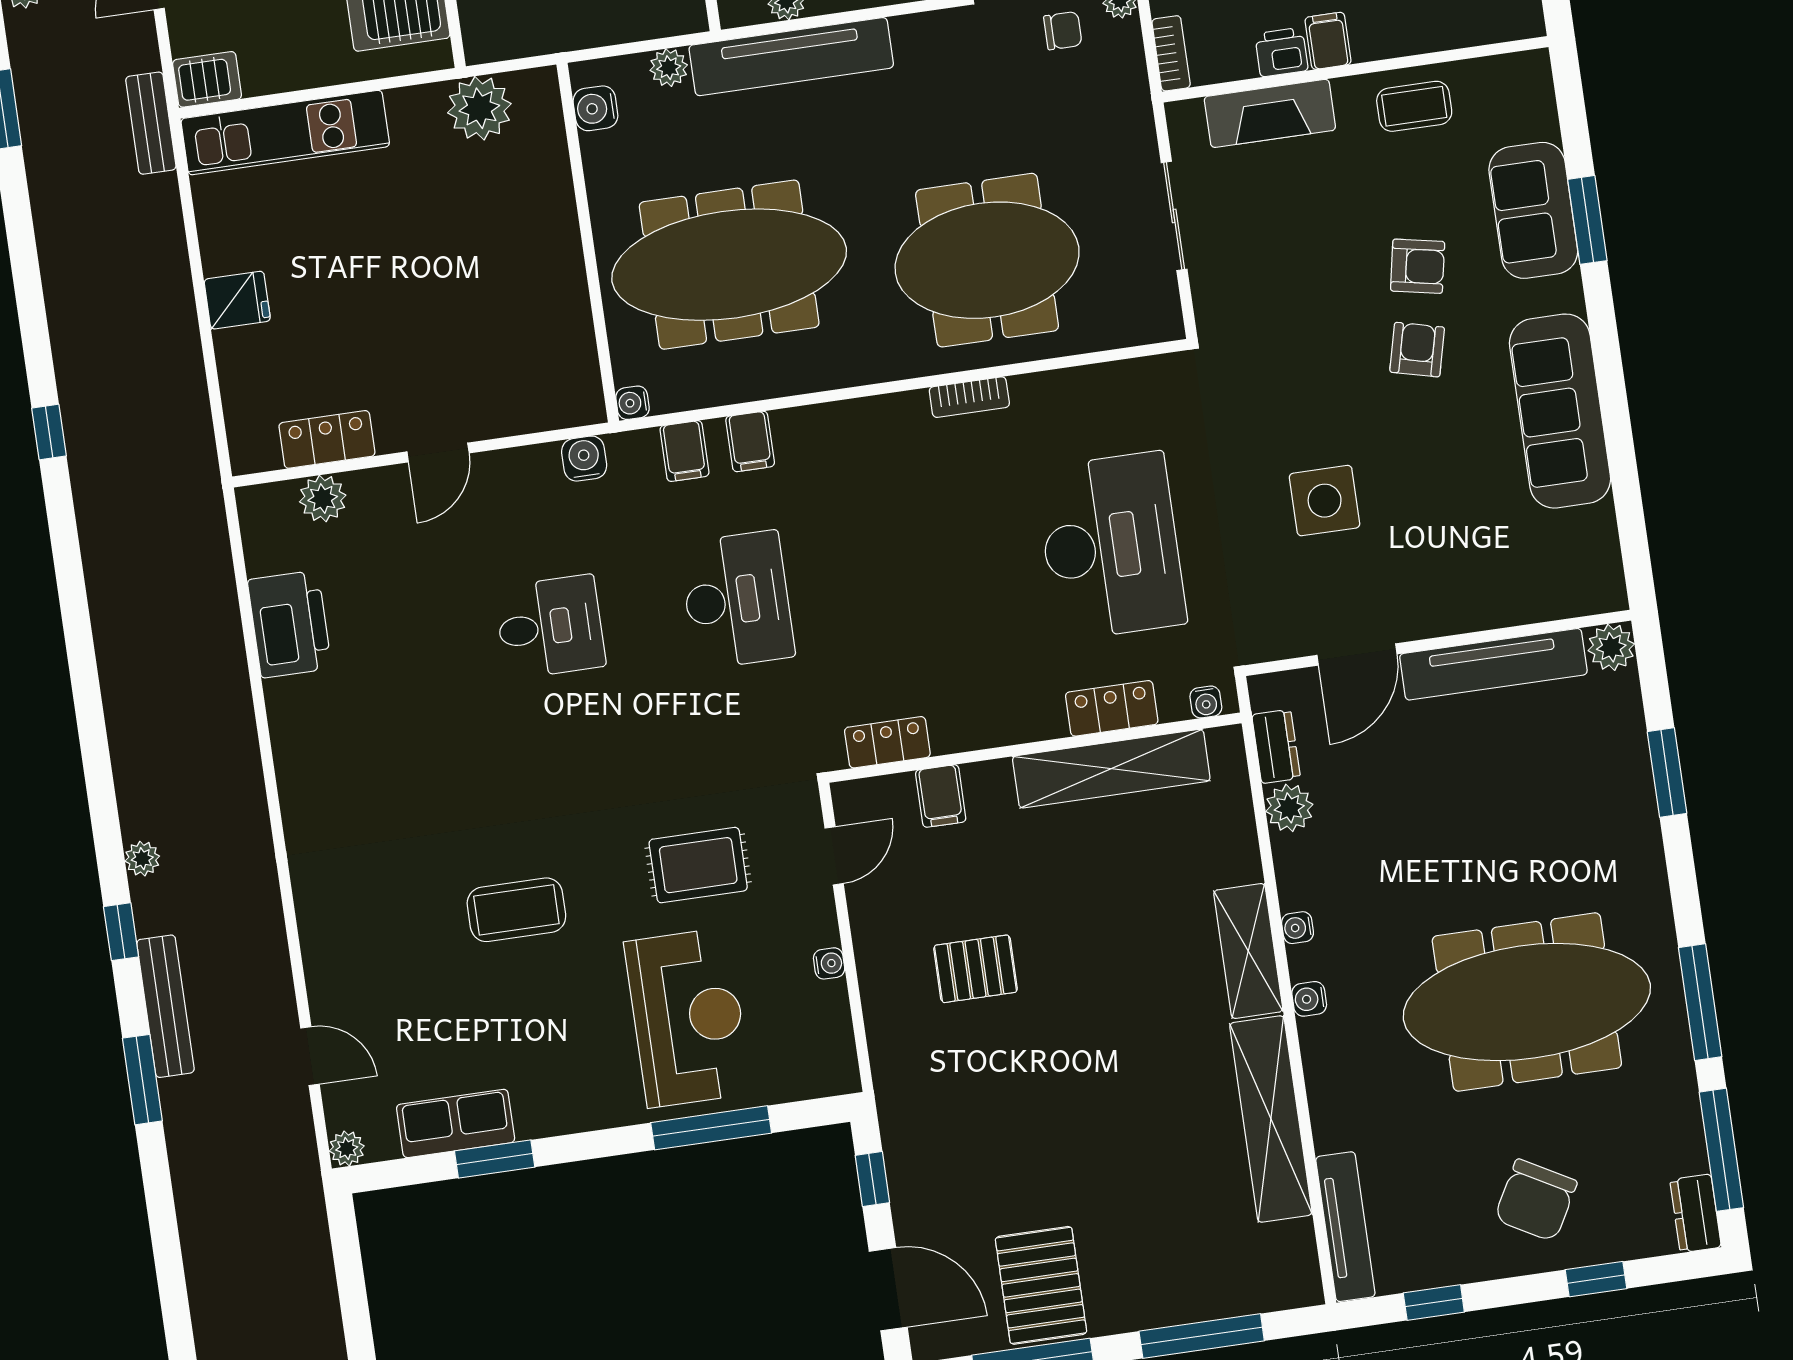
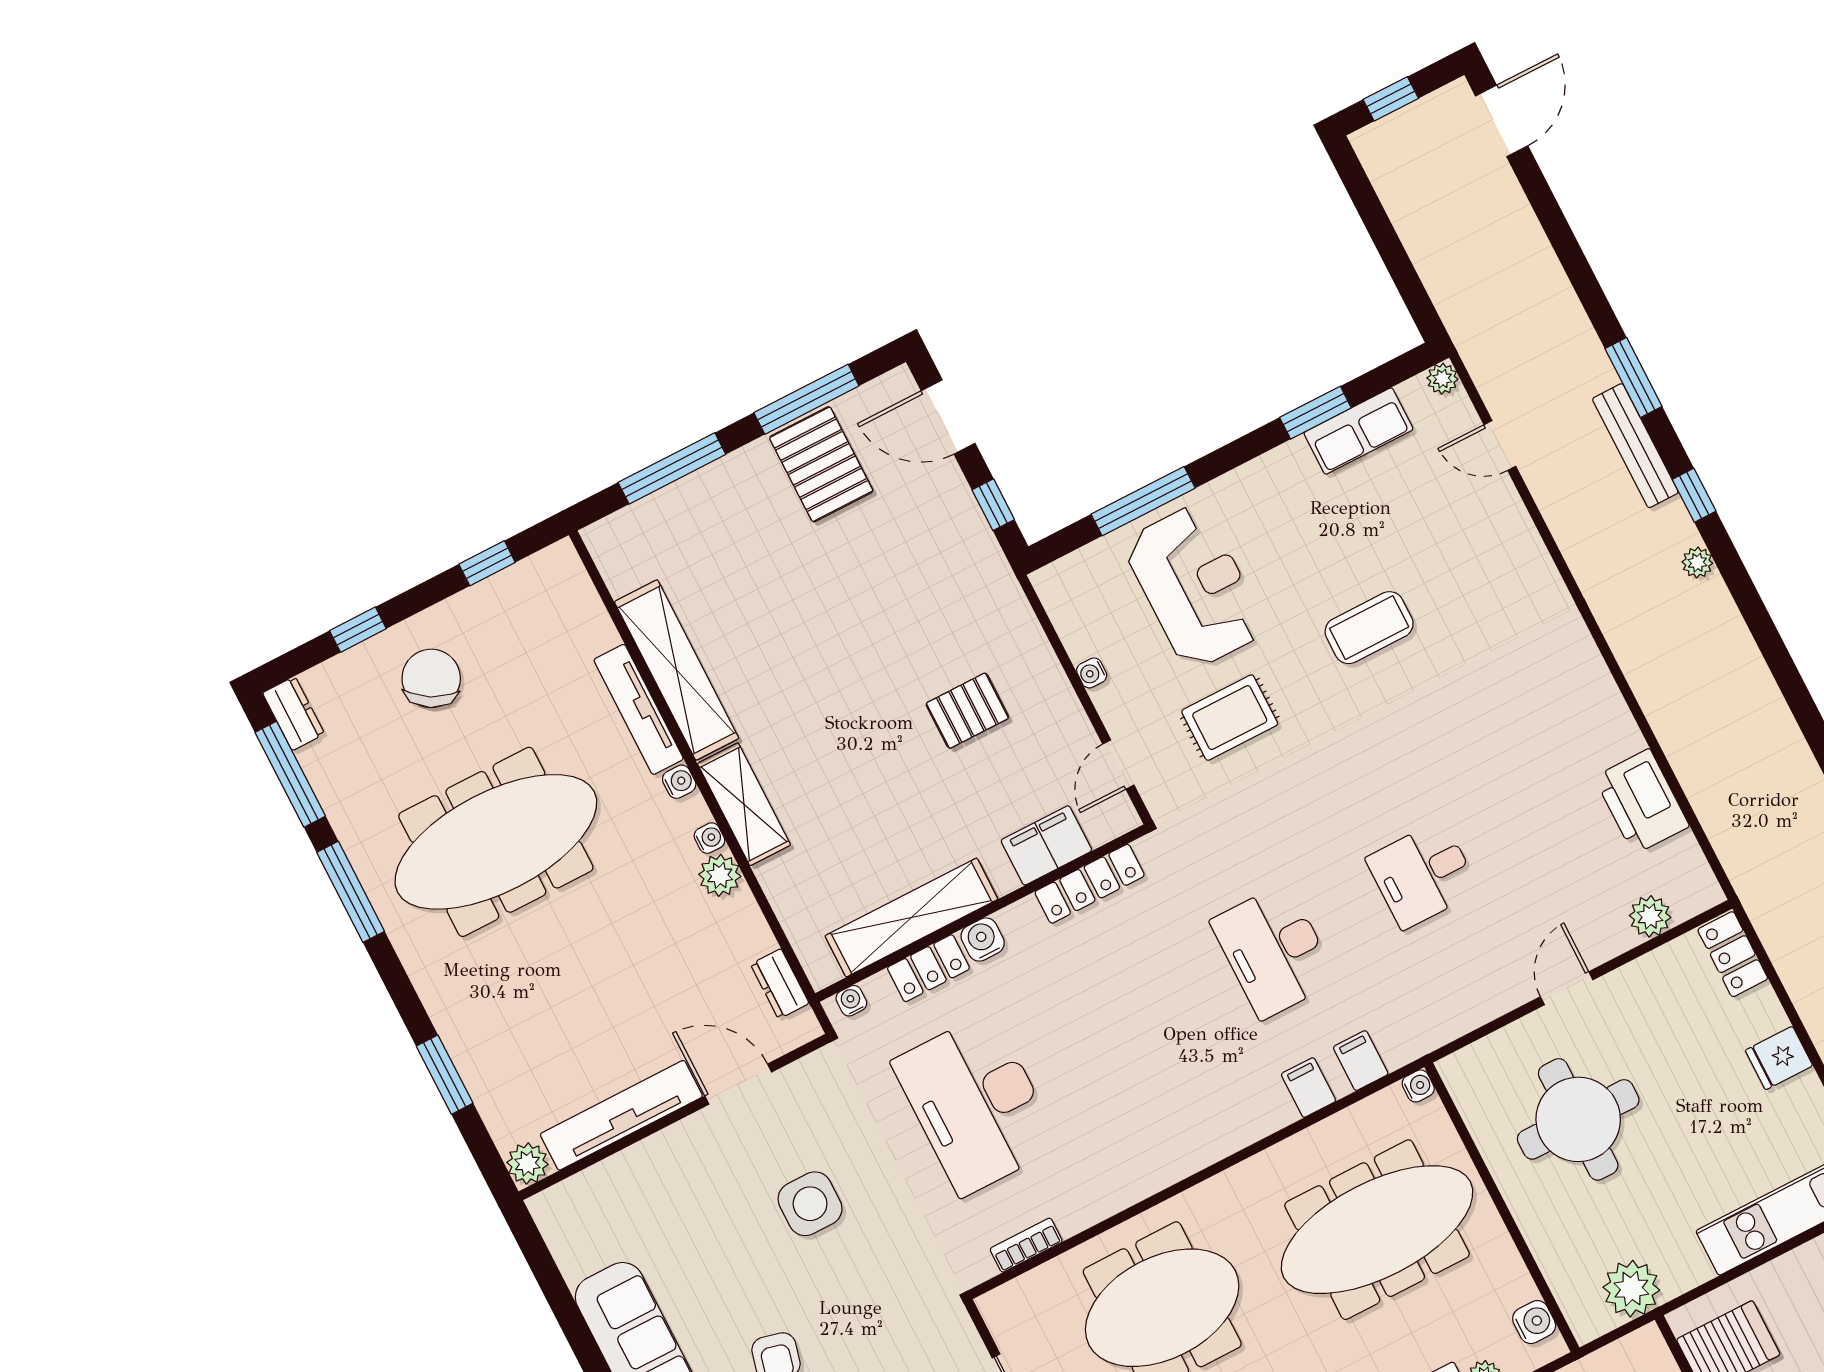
round table: (474, 308) -> (1578, 1119), added
bookcase: (969, 397) -> (1026, 1245), moved
locker: (327, 439) -> (1733, 954), moved, turned 90
water cooler: (584, 459) -> (983, 940), moved, turned 180
door: (1357, 655) -> (738, 1084), hinge flipped
locker: (887, 742) -> (1090, 884), width x1.53
filing cabinet: (941, 796) -> (1046, 845), width x2.00
plant: (1289, 808) -> (720, 875), moved
reception desk: (688, 1018) -> (1194, 587), turned 180
tv unit: (1345, 1227) -> (639, 709), moved

